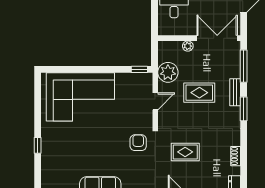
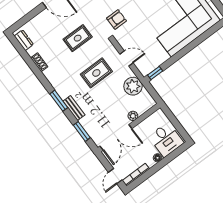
window: (244, 66) -> (82, 131), width x0.69
rug: (199, 93) -> (96, 73), moved
door: (155, 101) -> (126, 58), swing flipped
armchair: (138, 143) -> (117, 19), turned -90

